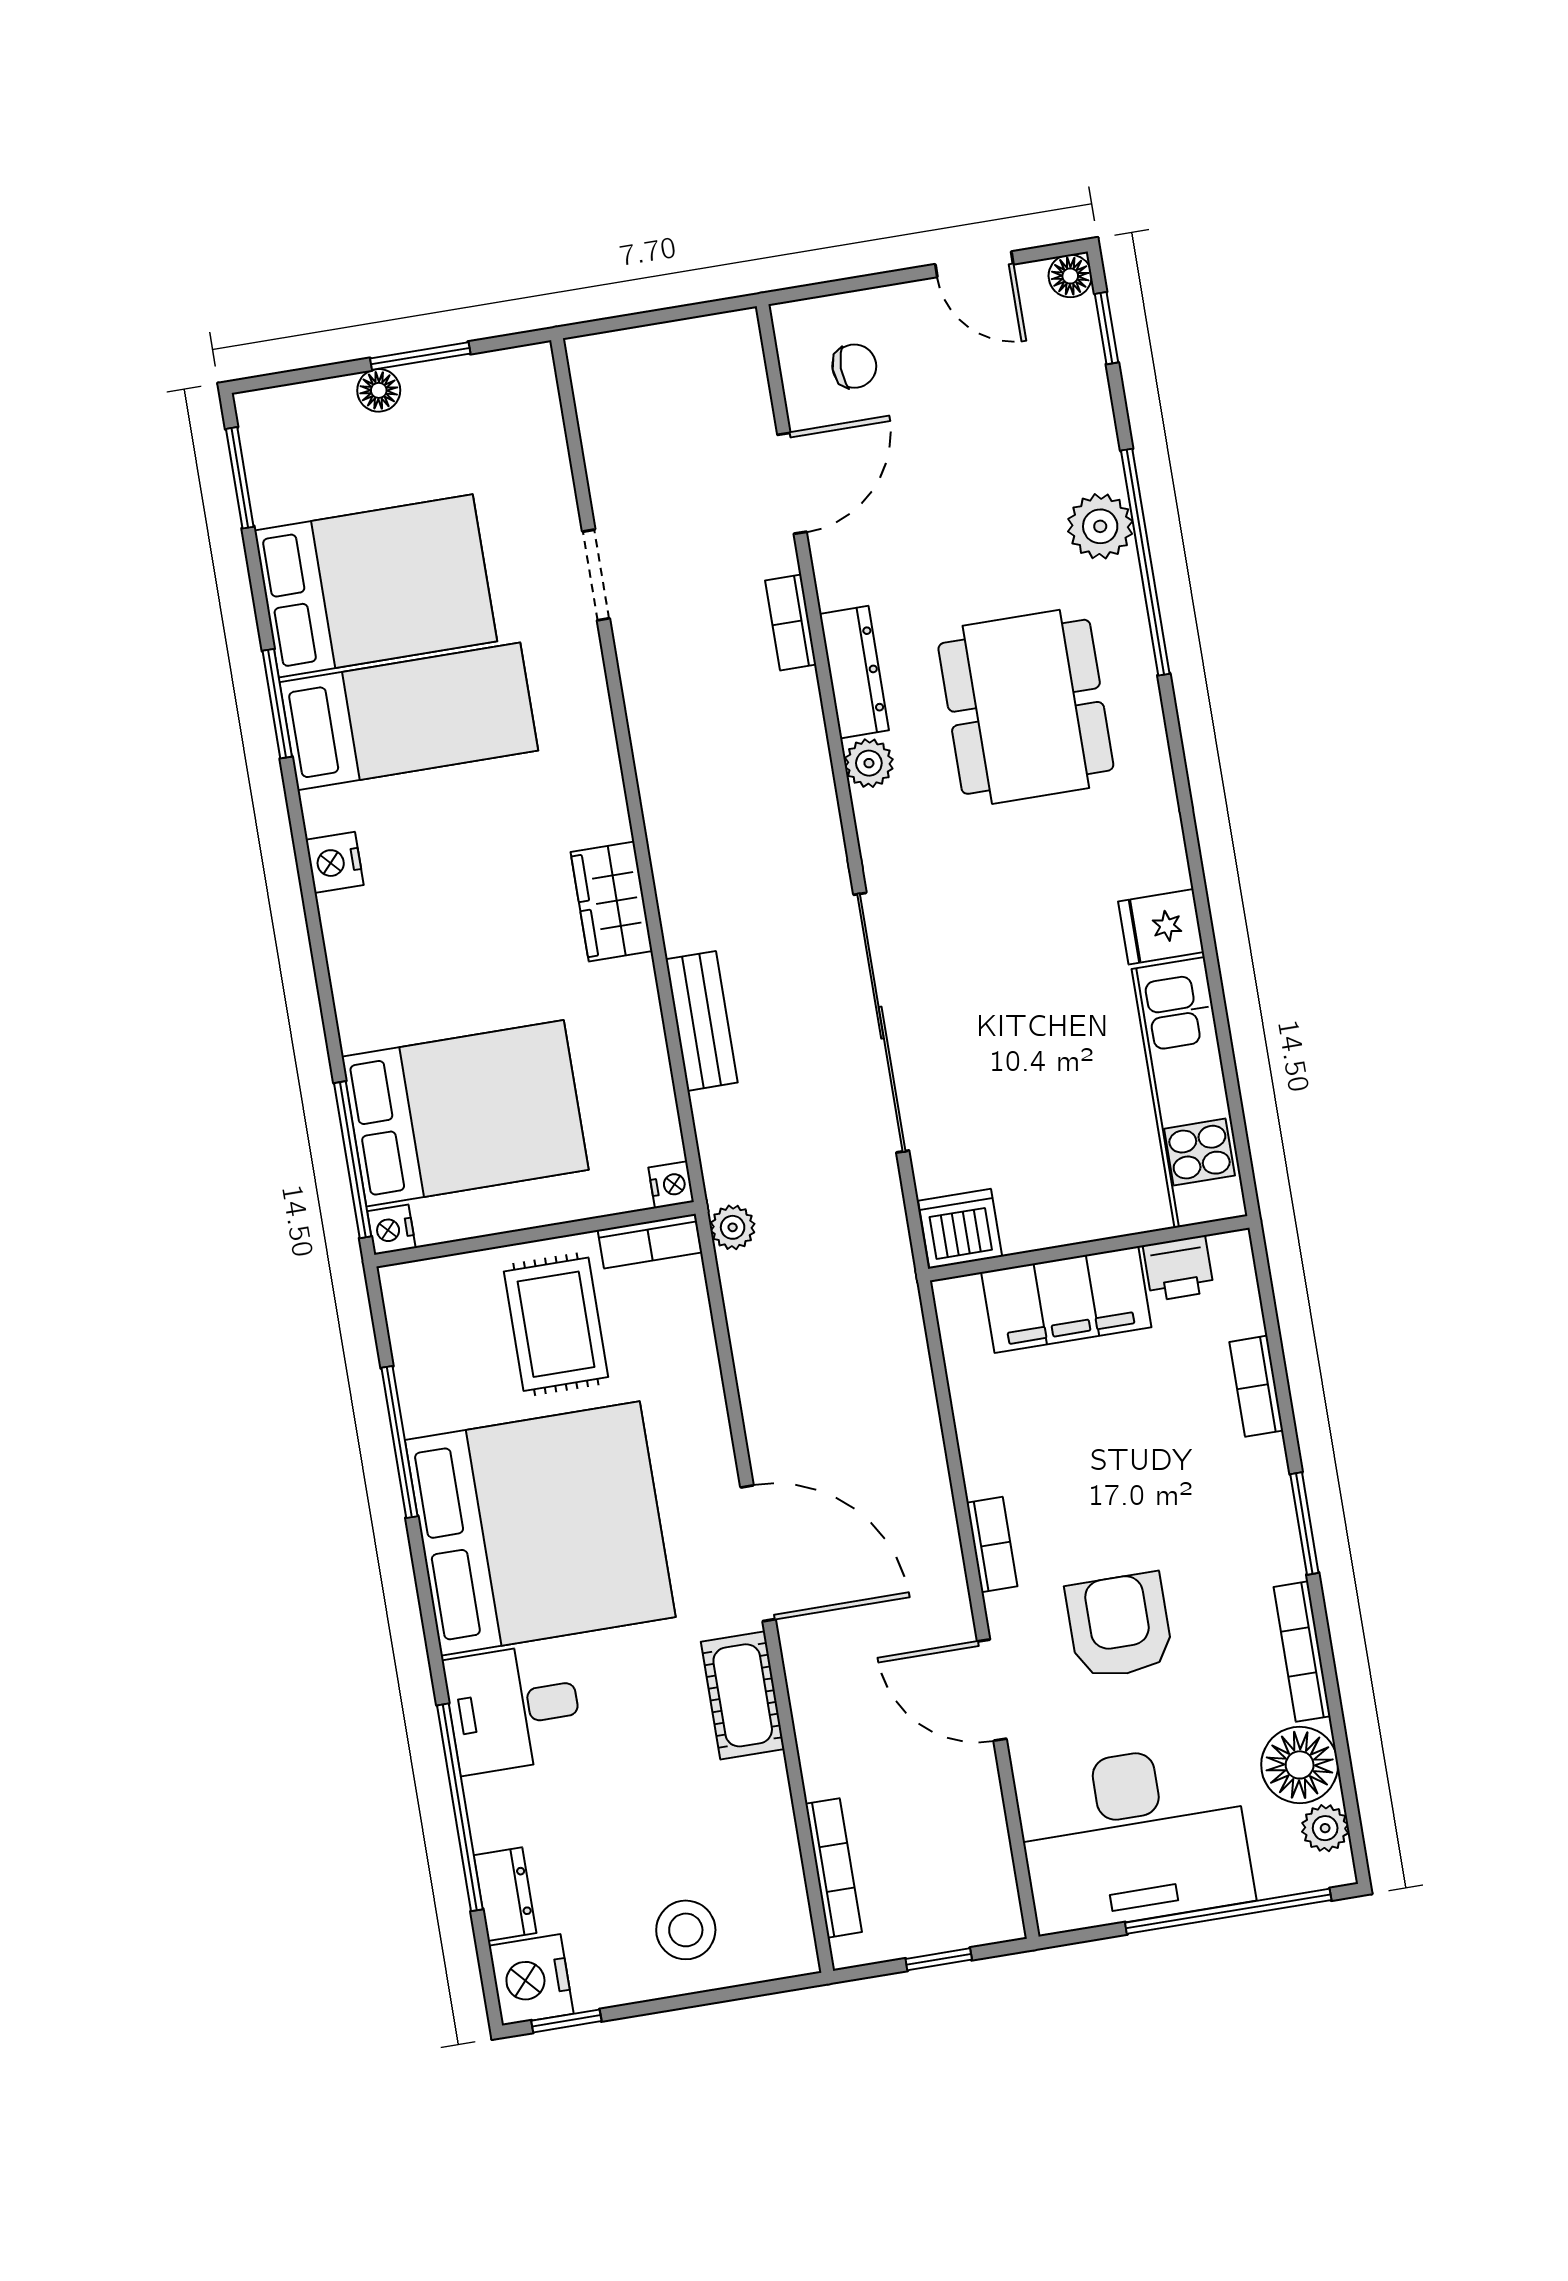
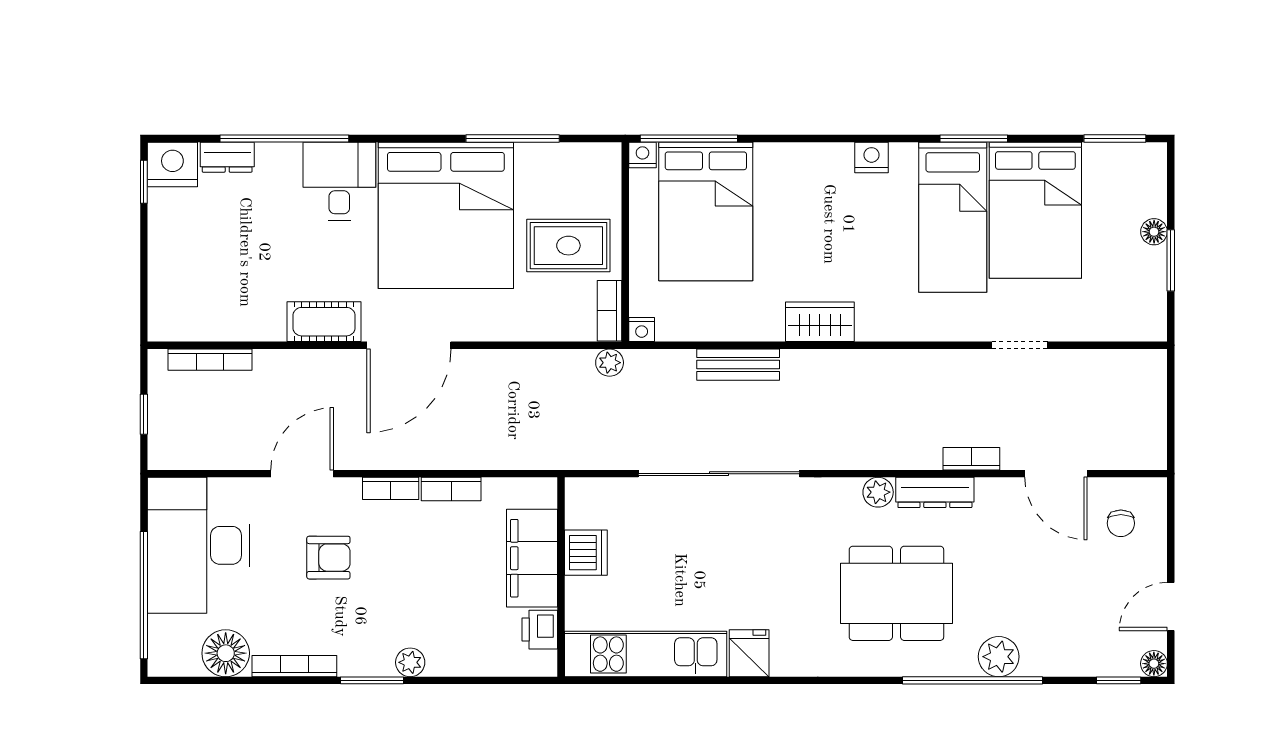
dishwasher: (960, 1229) -> (586, 553), moved
bookcase: (1256, 1386) -> (451, 489), moved, turned 180
armchair: (1119, 1626) -> (328, 558), width x0.72, depth x0.72
plant: (1325, 1828) -> (410, 662), moved
stool: (686, 1930) -> (187, 263), removed

